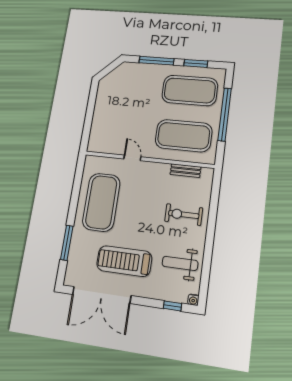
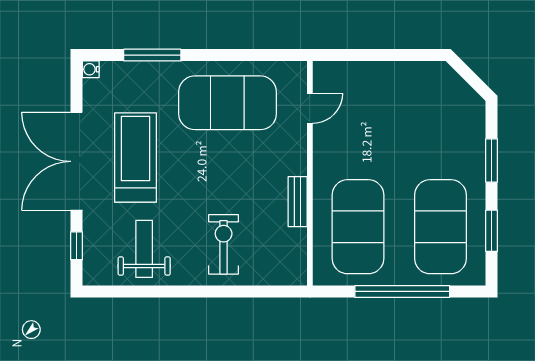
window: (156, 61) -> (492, 160), width x0.69
door: (132, 158) -> (310, 108), moved
bench: (185, 171) -> (298, 202), moved
double door: (102, 295) -> (77, 161), moved
water cooler: (193, 300) -> (91, 69), moved

